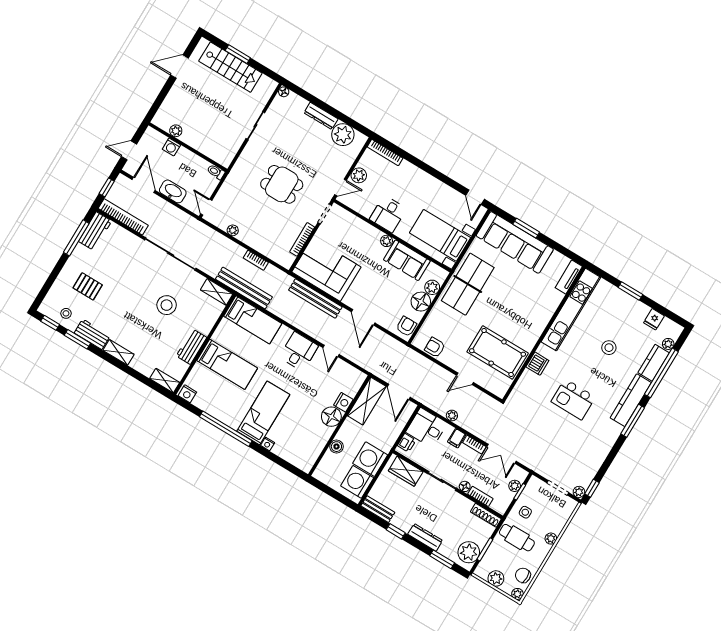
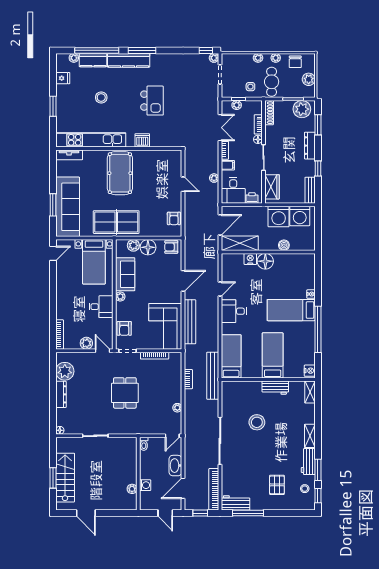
armchair: (350, 225) -> (124, 328), added
shelving: (217, 292) -> (227, 393), removed
pool table: (498, 352) -> (120, 173), moved
plant: (517, 594) -> (276, 58), moved

